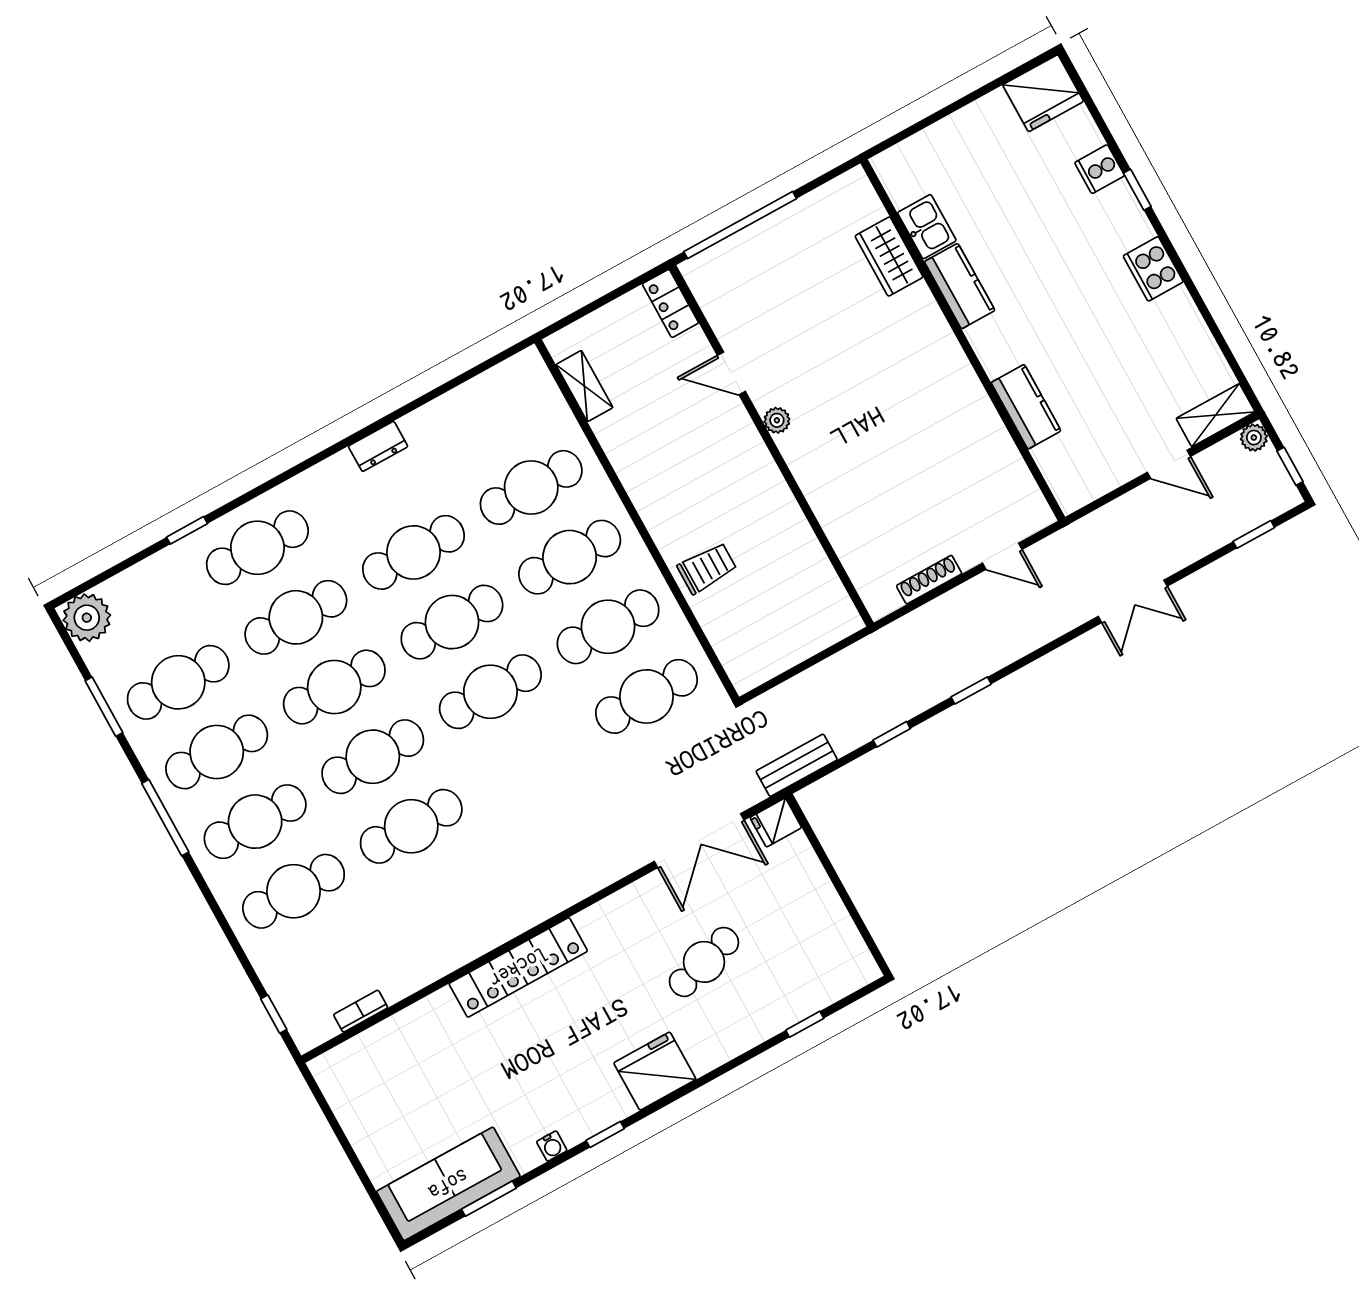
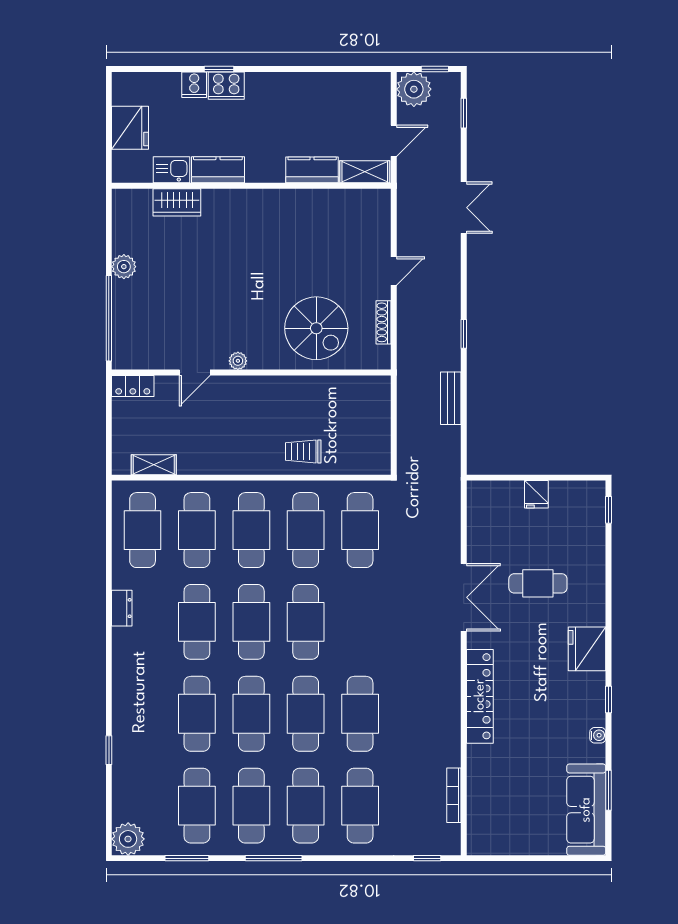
fridge: (1043, 93) -> (130, 128), moved
plant: (817, 208) -> (124, 267), added
kitchen sink: (927, 227) -> (172, 170), moved
wardrobe: (889, 257) -> (177, 202), moved
cooker: (1153, 269) -> (226, 86), moved
kitchen counter: (960, 286) -> (218, 170), moved
wall: (963, 340) -> (251, 186), moved
kitchen counter: (1026, 407) -> (312, 170), moved
shelving: (1216, 415) -> (365, 172), moved, turned 90
plant: (1254, 438) -> (414, 89), width x1.88, depth x1.88
spiral stairs: (874, 498) -> (316, 328), added
cafe table: (257, 548) -> (143, 530), moved
trolley: (707, 568) -> (303, 451), turned -90
window: (892, 734) -> (464, 396), removed
bench: (797, 765) -> (451, 398), moved
fridge: (776, 823) -> (536, 494), moved
double door: (699, 841) -> (464, 597), moved
cafe table: (704, 962) -> (538, 583), turned -74
bookcase: (361, 1011) -> (454, 795), width x1.56
window: (805, 1024) -> (608, 510), moved

